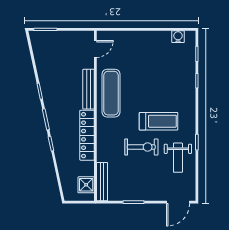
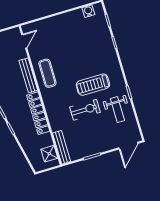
exercise mat: (111, 93) -> (47, 73), width x0.73, depth x0.69
treadmill: (159, 121) -> (93, 85), turned 180

